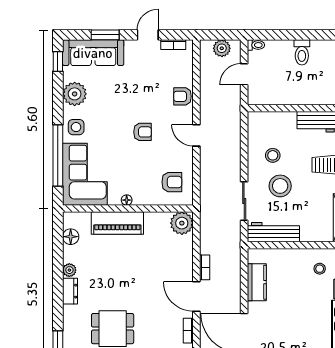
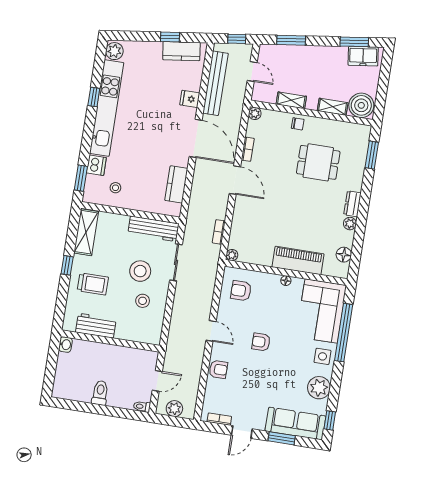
plant: (182, 223) -> (232, 255), width x0.53, depth x0.53
bookcase: (205, 267) -> (219, 232), moved

